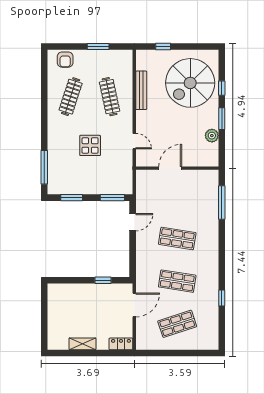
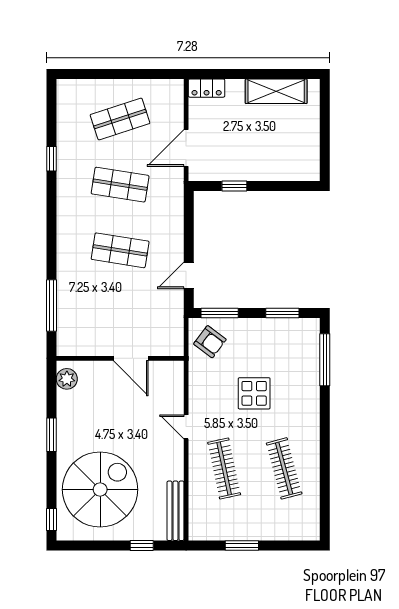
armchair: (65, 60) -> (210, 342), moved, turned 127
window: (222, 88) -> (51, 519), moved
bench: (141, 90) -> (175, 511), moved
clothes rail: (71, 97) -> (284, 468), turned -33
plant: (212, 136) -> (67, 379), moved
door: (134, 141) -> (186, 427), moved
door: (170, 168) -> (131, 358), hinge flipped
shelving: (82, 344) -> (276, 91), width x1.50, depth x1.33

